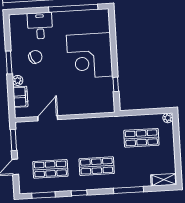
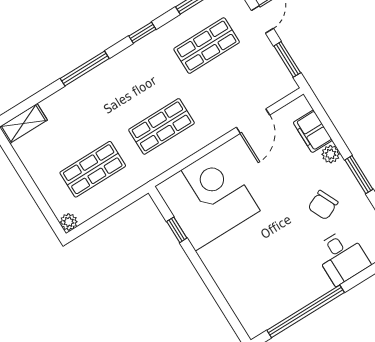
corner desk: (90, 56) -> (207, 198), moved
shop shelf: (97, 166) -> (162, 126), moved
window: (128, 190) -> (85, 69), moved

